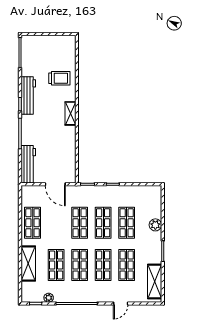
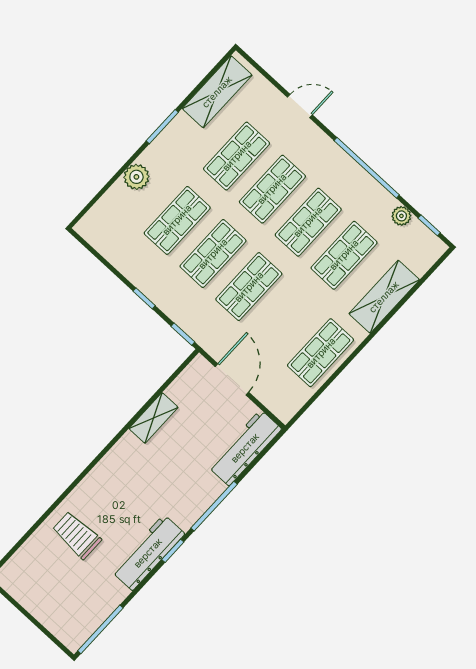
shelving: (70, 113) -> (153, 418), moved

